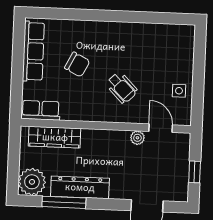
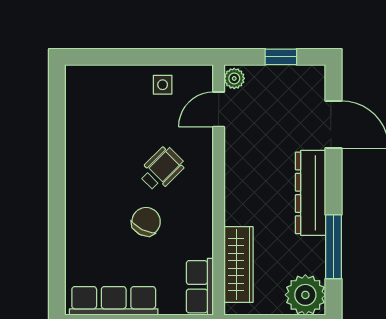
chair: (77, 65) -> (146, 222), moved
plant: (137, 138) -> (234, 78), moved
dresser: (80, 187) -> (310, 193), moved

